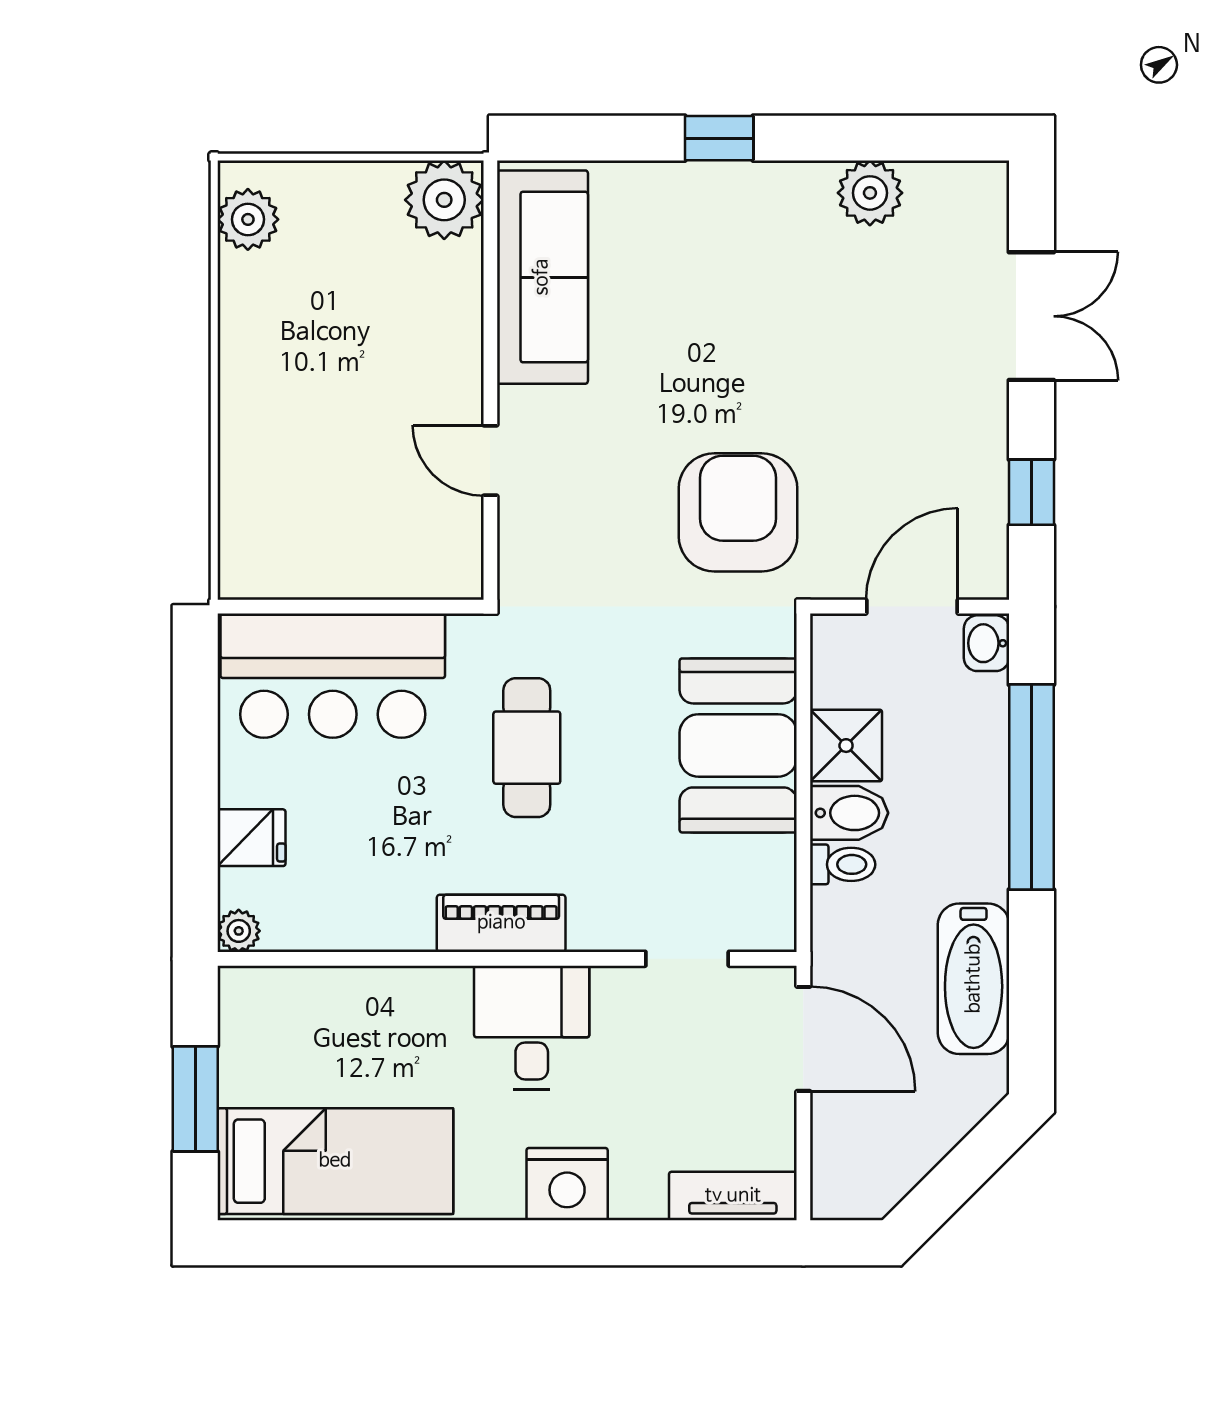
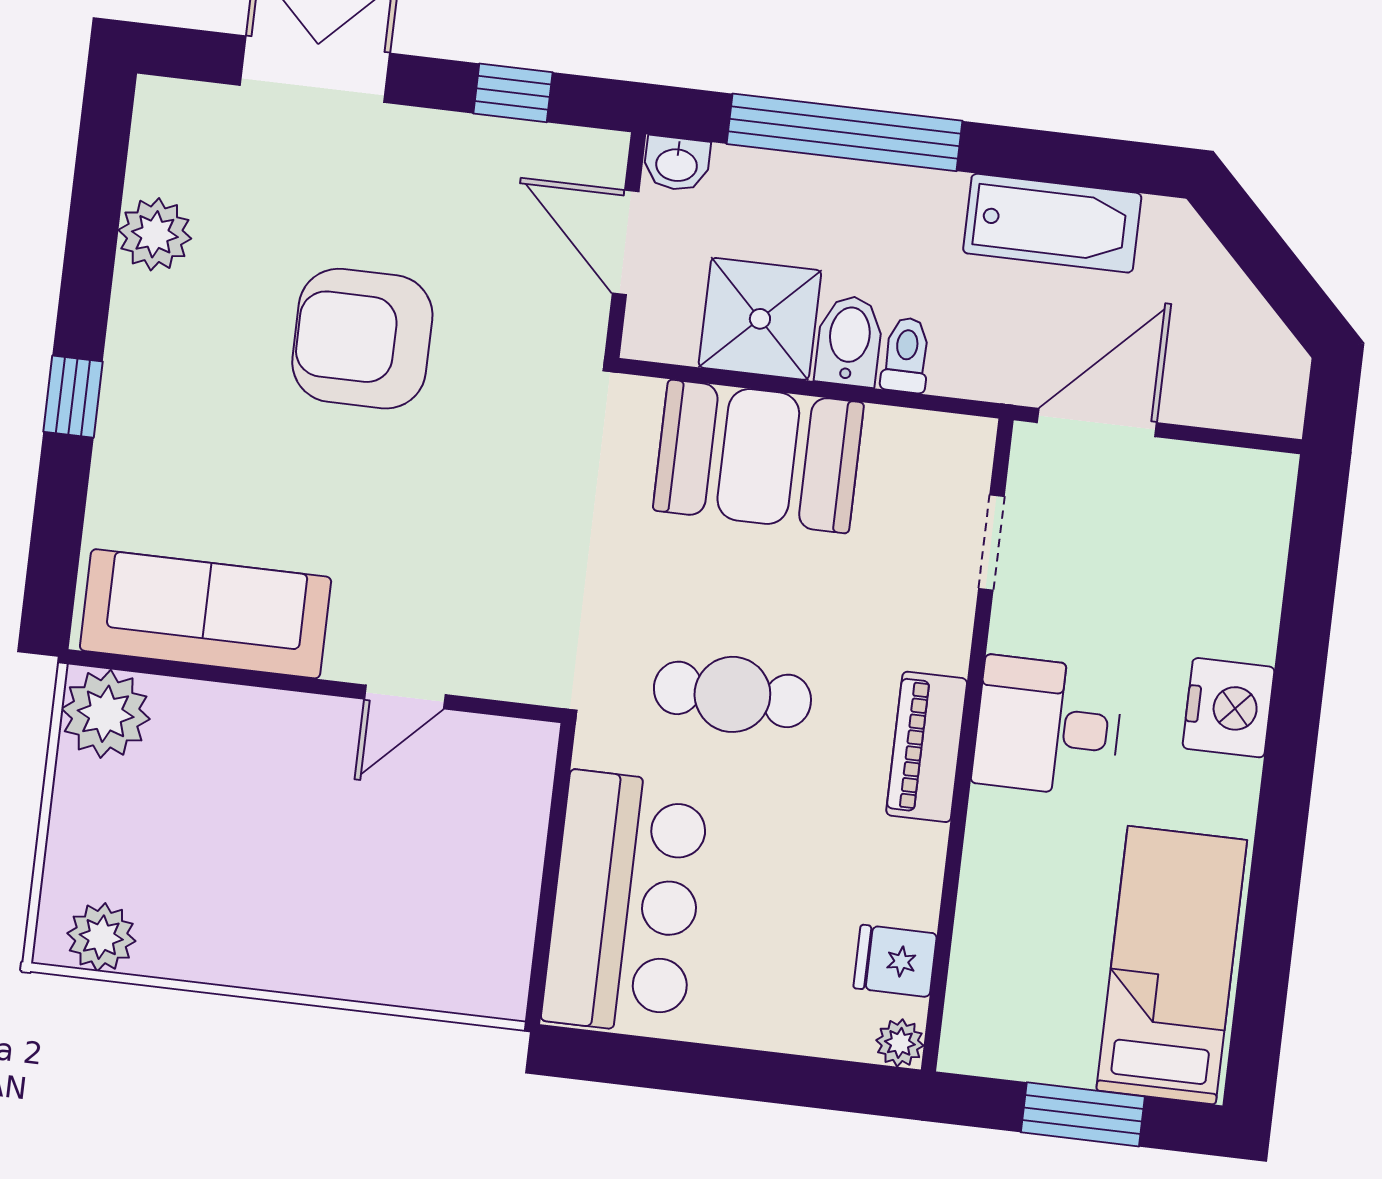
armchair: (738, 512) -> (362, 339), moved
shower: (846, 746) -> (760, 319), width x1.36, depth x1.36
fridge: (251, 838) -> (895, 961), moved, turned -90
tv unit: (733, 1196) -> (1264, 523), removed

